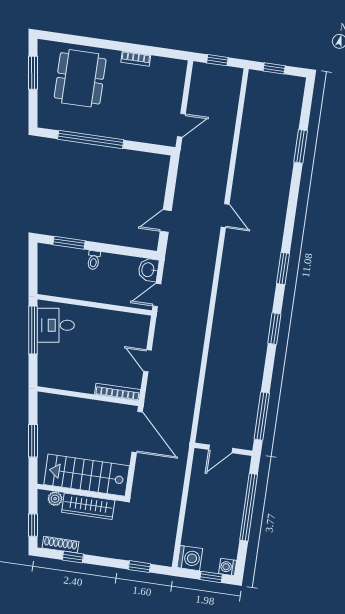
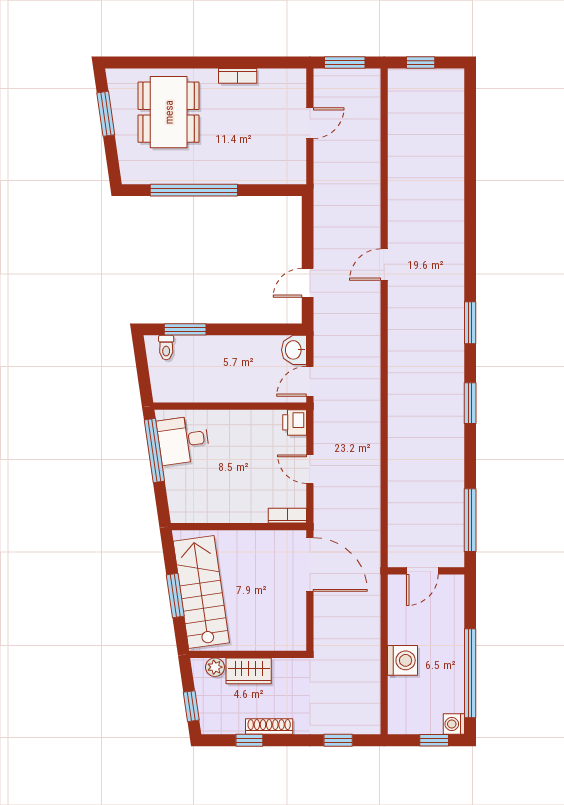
window: (217, 60) -> (345, 63), width x1.50
door: (181, 125) -> (310, 123), moved
window: (301, 146) -> (470, 160), removed
door: (225, 216) -> (384, 265), swing flipped
toilet: (94, 260) -> (166, 348), moved
printer: (141, 324) -> (295, 422), added
bookcase: (118, 392) -> (287, 516), width x0.64
stairs: (87, 475) -> (201, 592), moved, turned 82
wardrobe: (88, 506) -> (249, 671), width x0.67
window: (249, 507) -> (470, 673), moved
shoe rack: (60, 545) -> (269, 726), moved
washing machine: (190, 558) -> (403, 660), moved

